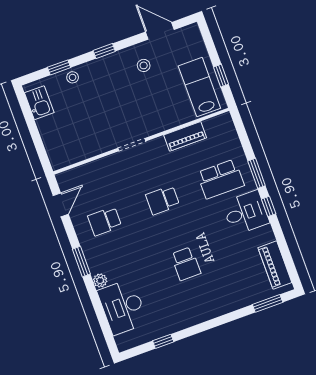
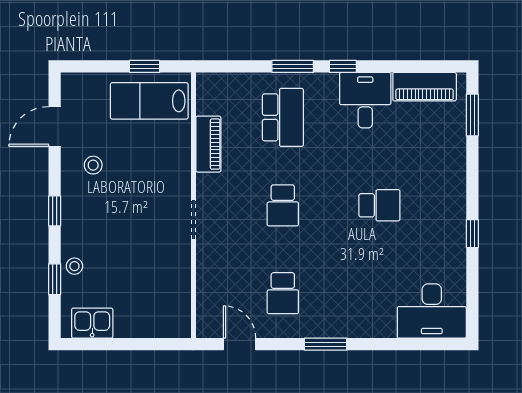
desk: (246, 213) -> (365, 100), moved
plant: (100, 280) -> (360, 328), removed
desk: (123, 307) -> (432, 311), moved
window: (163, 341) -> (472, 234), moved

